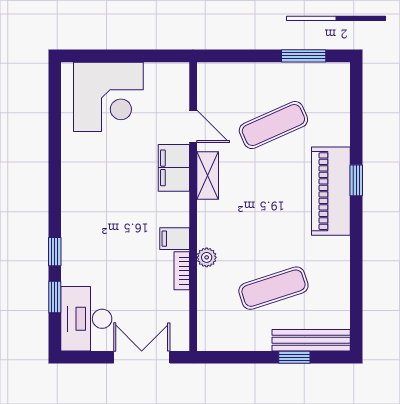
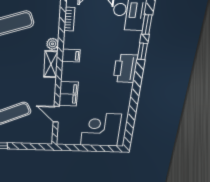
shelving: (208, 176) -> (51, 64), moved
printer: (79, 220) -> (125, 69), added
bookcase: (182, 271) -> (69, 19), moved

